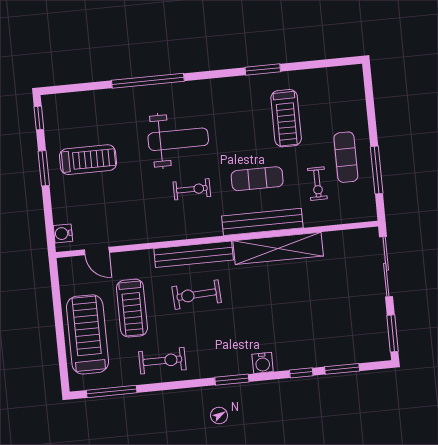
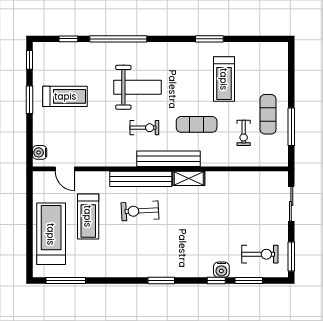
window: (85, 87) -> (68, 39), added
bench: (262, 222) -> (169, 159), moved
shelving: (278, 248) -> (189, 178), width x0.45, depth x0.75
sliding door: (386, 267) -> (291, 204), width x0.73
exercise bike: (162, 361) -> (260, 254), moved
water cooler: (263, 363) -> (221, 270), moved

